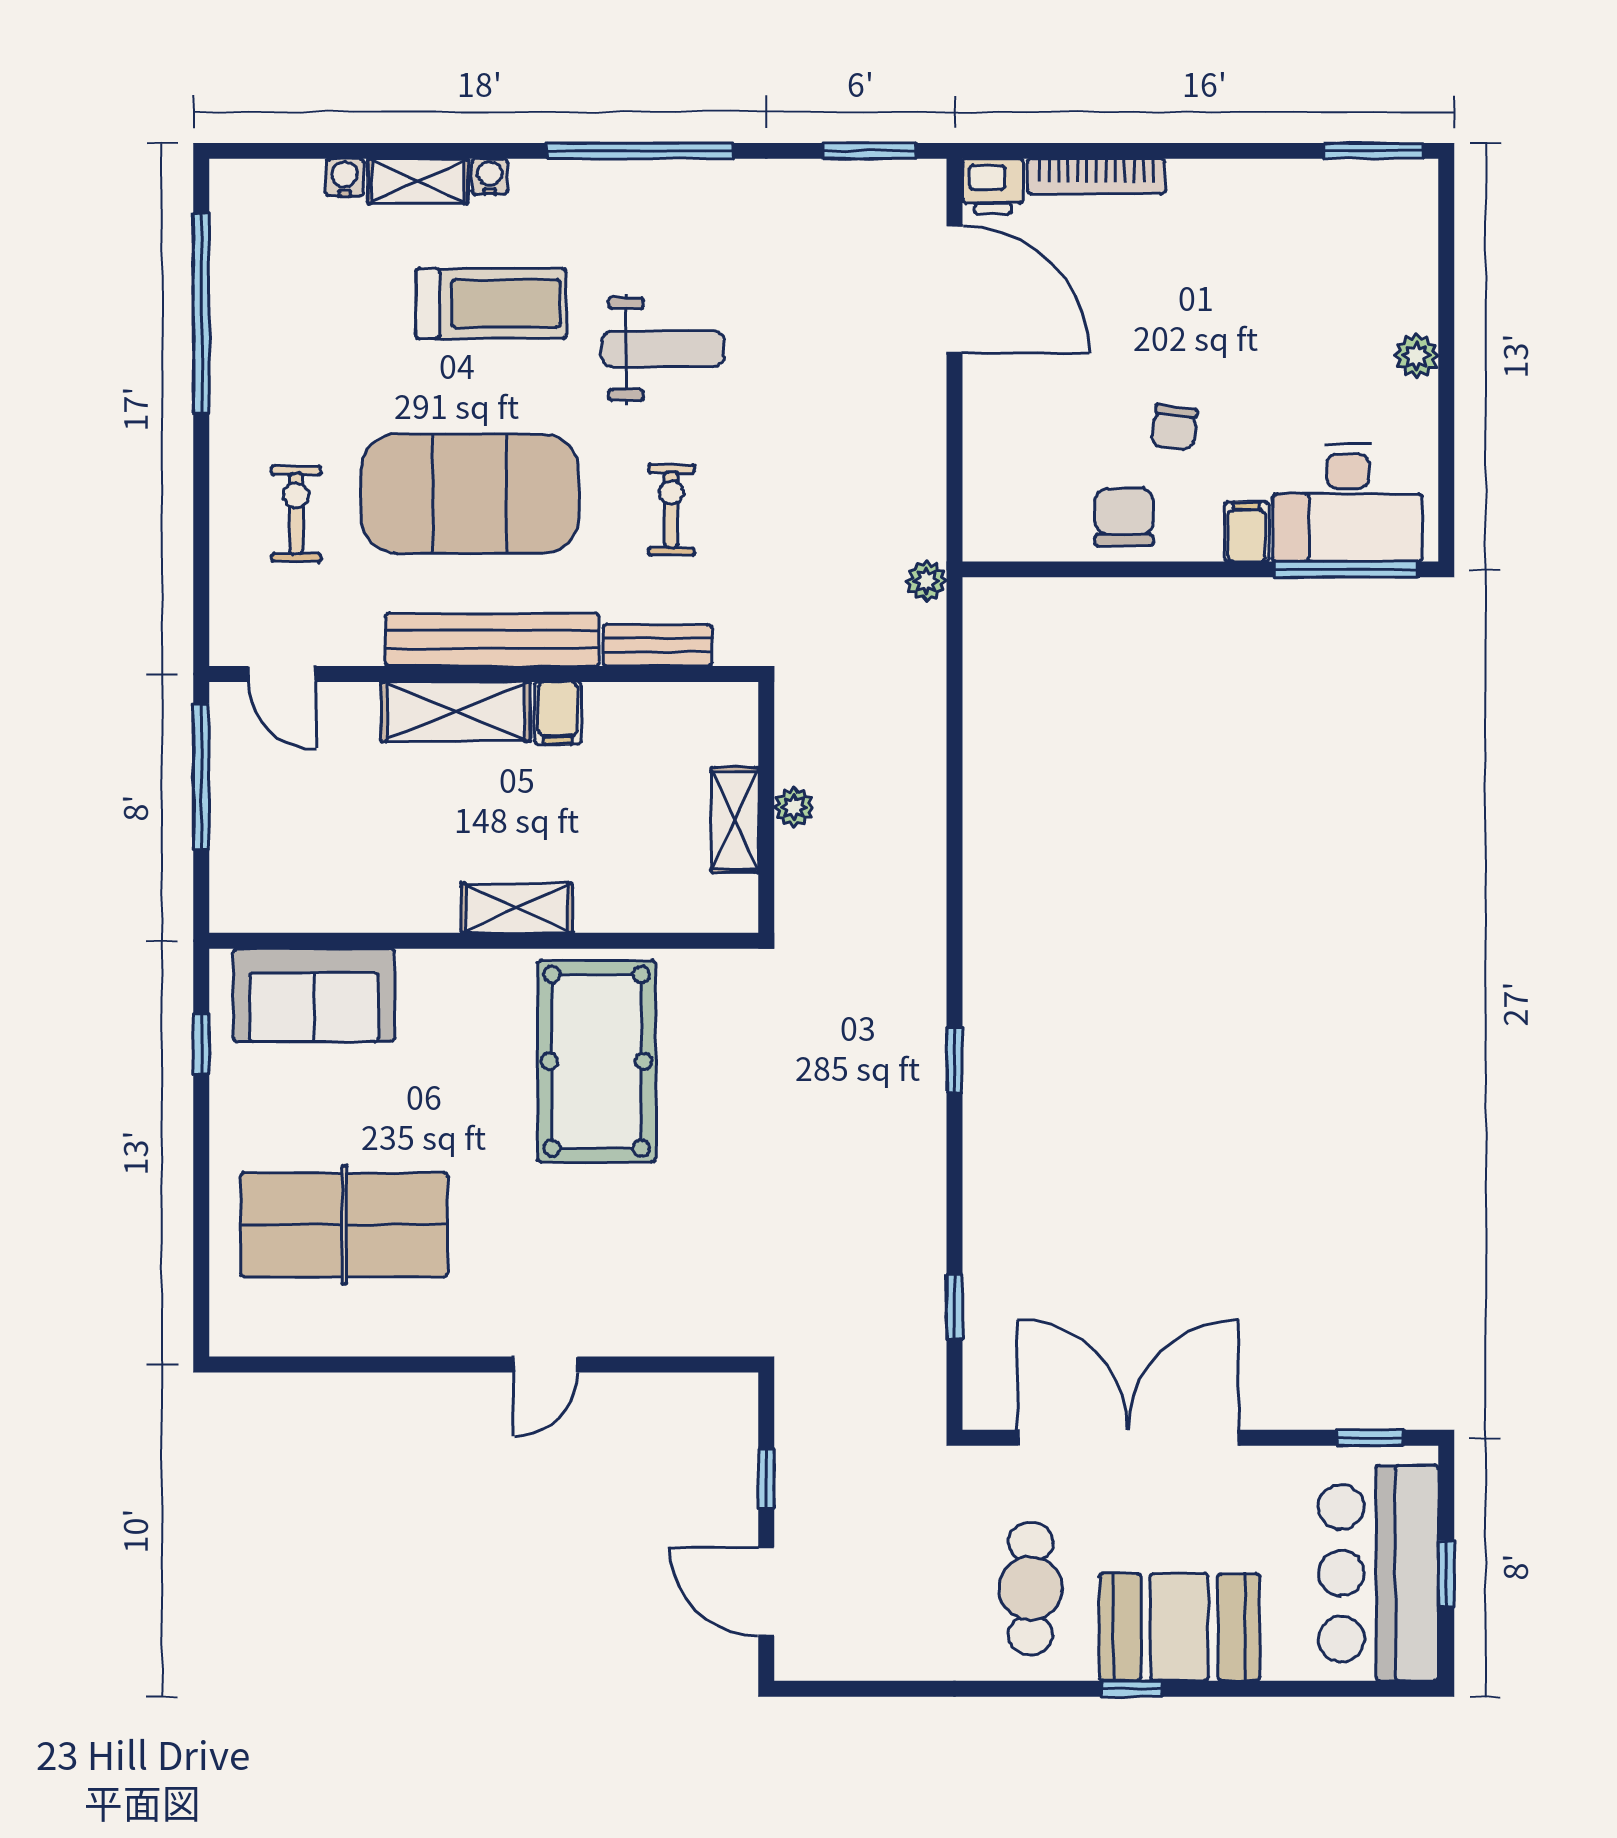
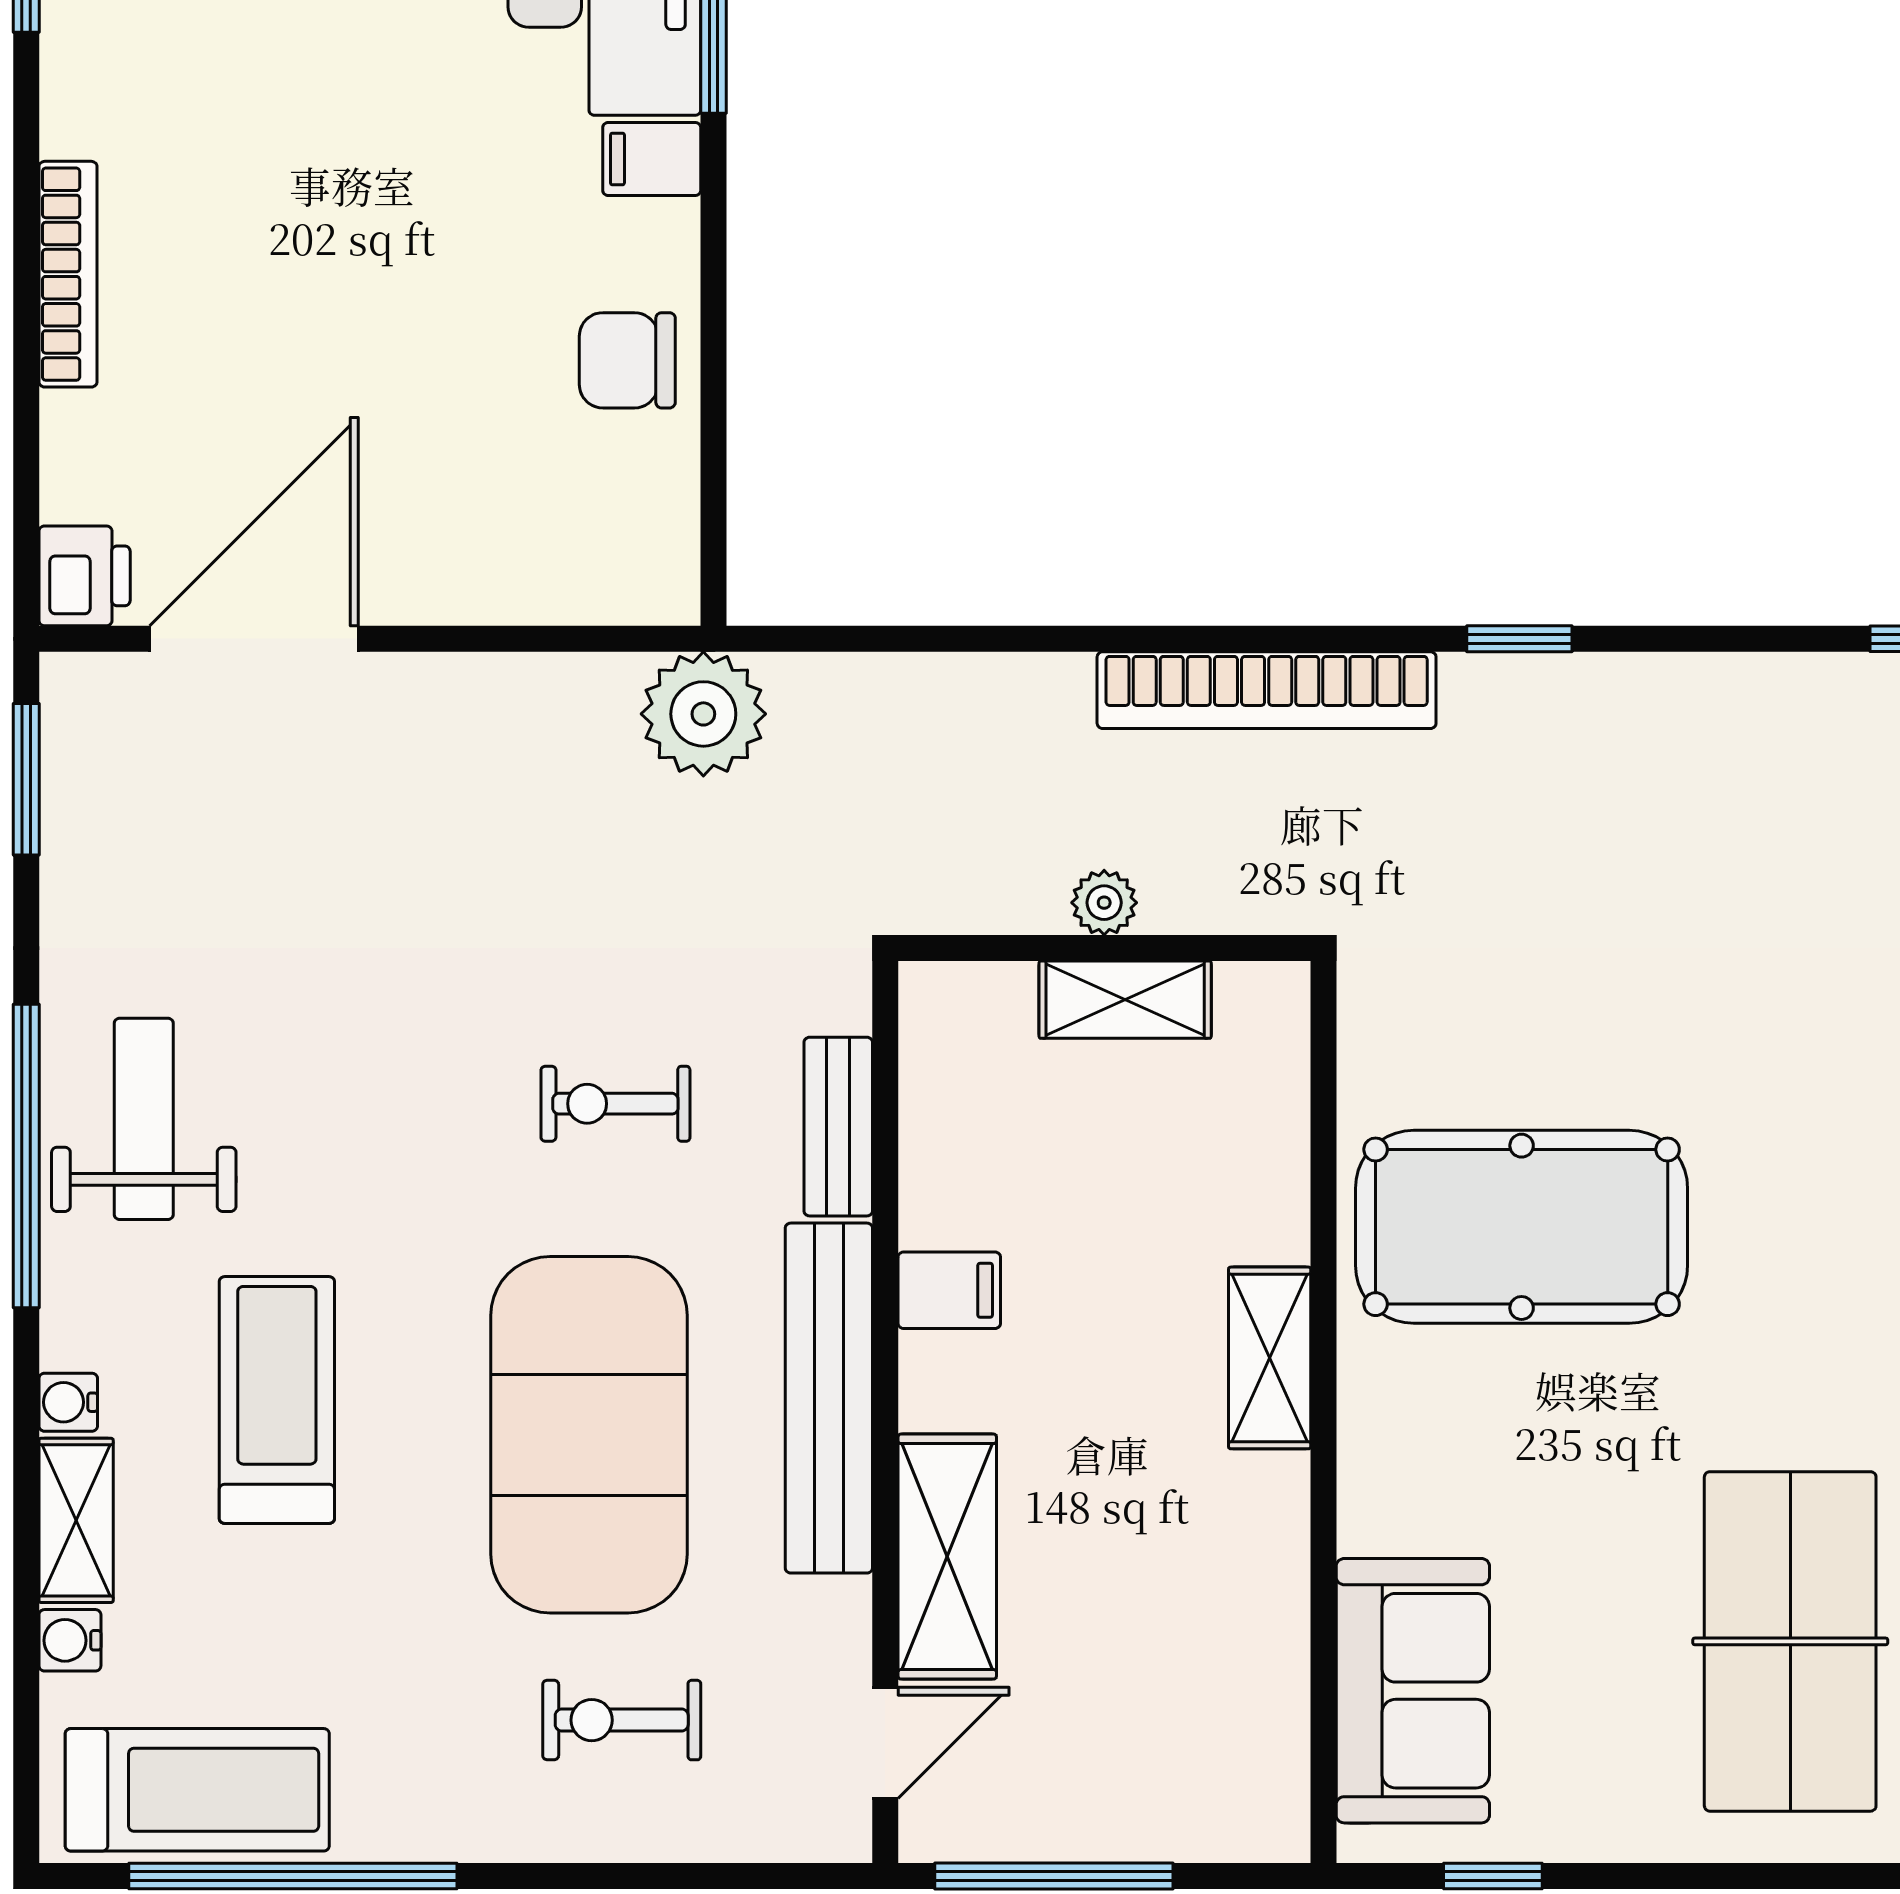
bookcase: (1096, 176) -> (68, 274), moved
treadmill: (254, 255) -> (197, 1790), added
weight bench: (663, 349) -> (144, 1119), moved
chair: (1174, 427) -> (480, 278), removed
plant: (926, 581) -> (703, 714), width x1.87, depth x1.87
shelving: (456, 712) -> (947, 1557), moved
bookcase: (923, 906) -> (1267, 690), added

